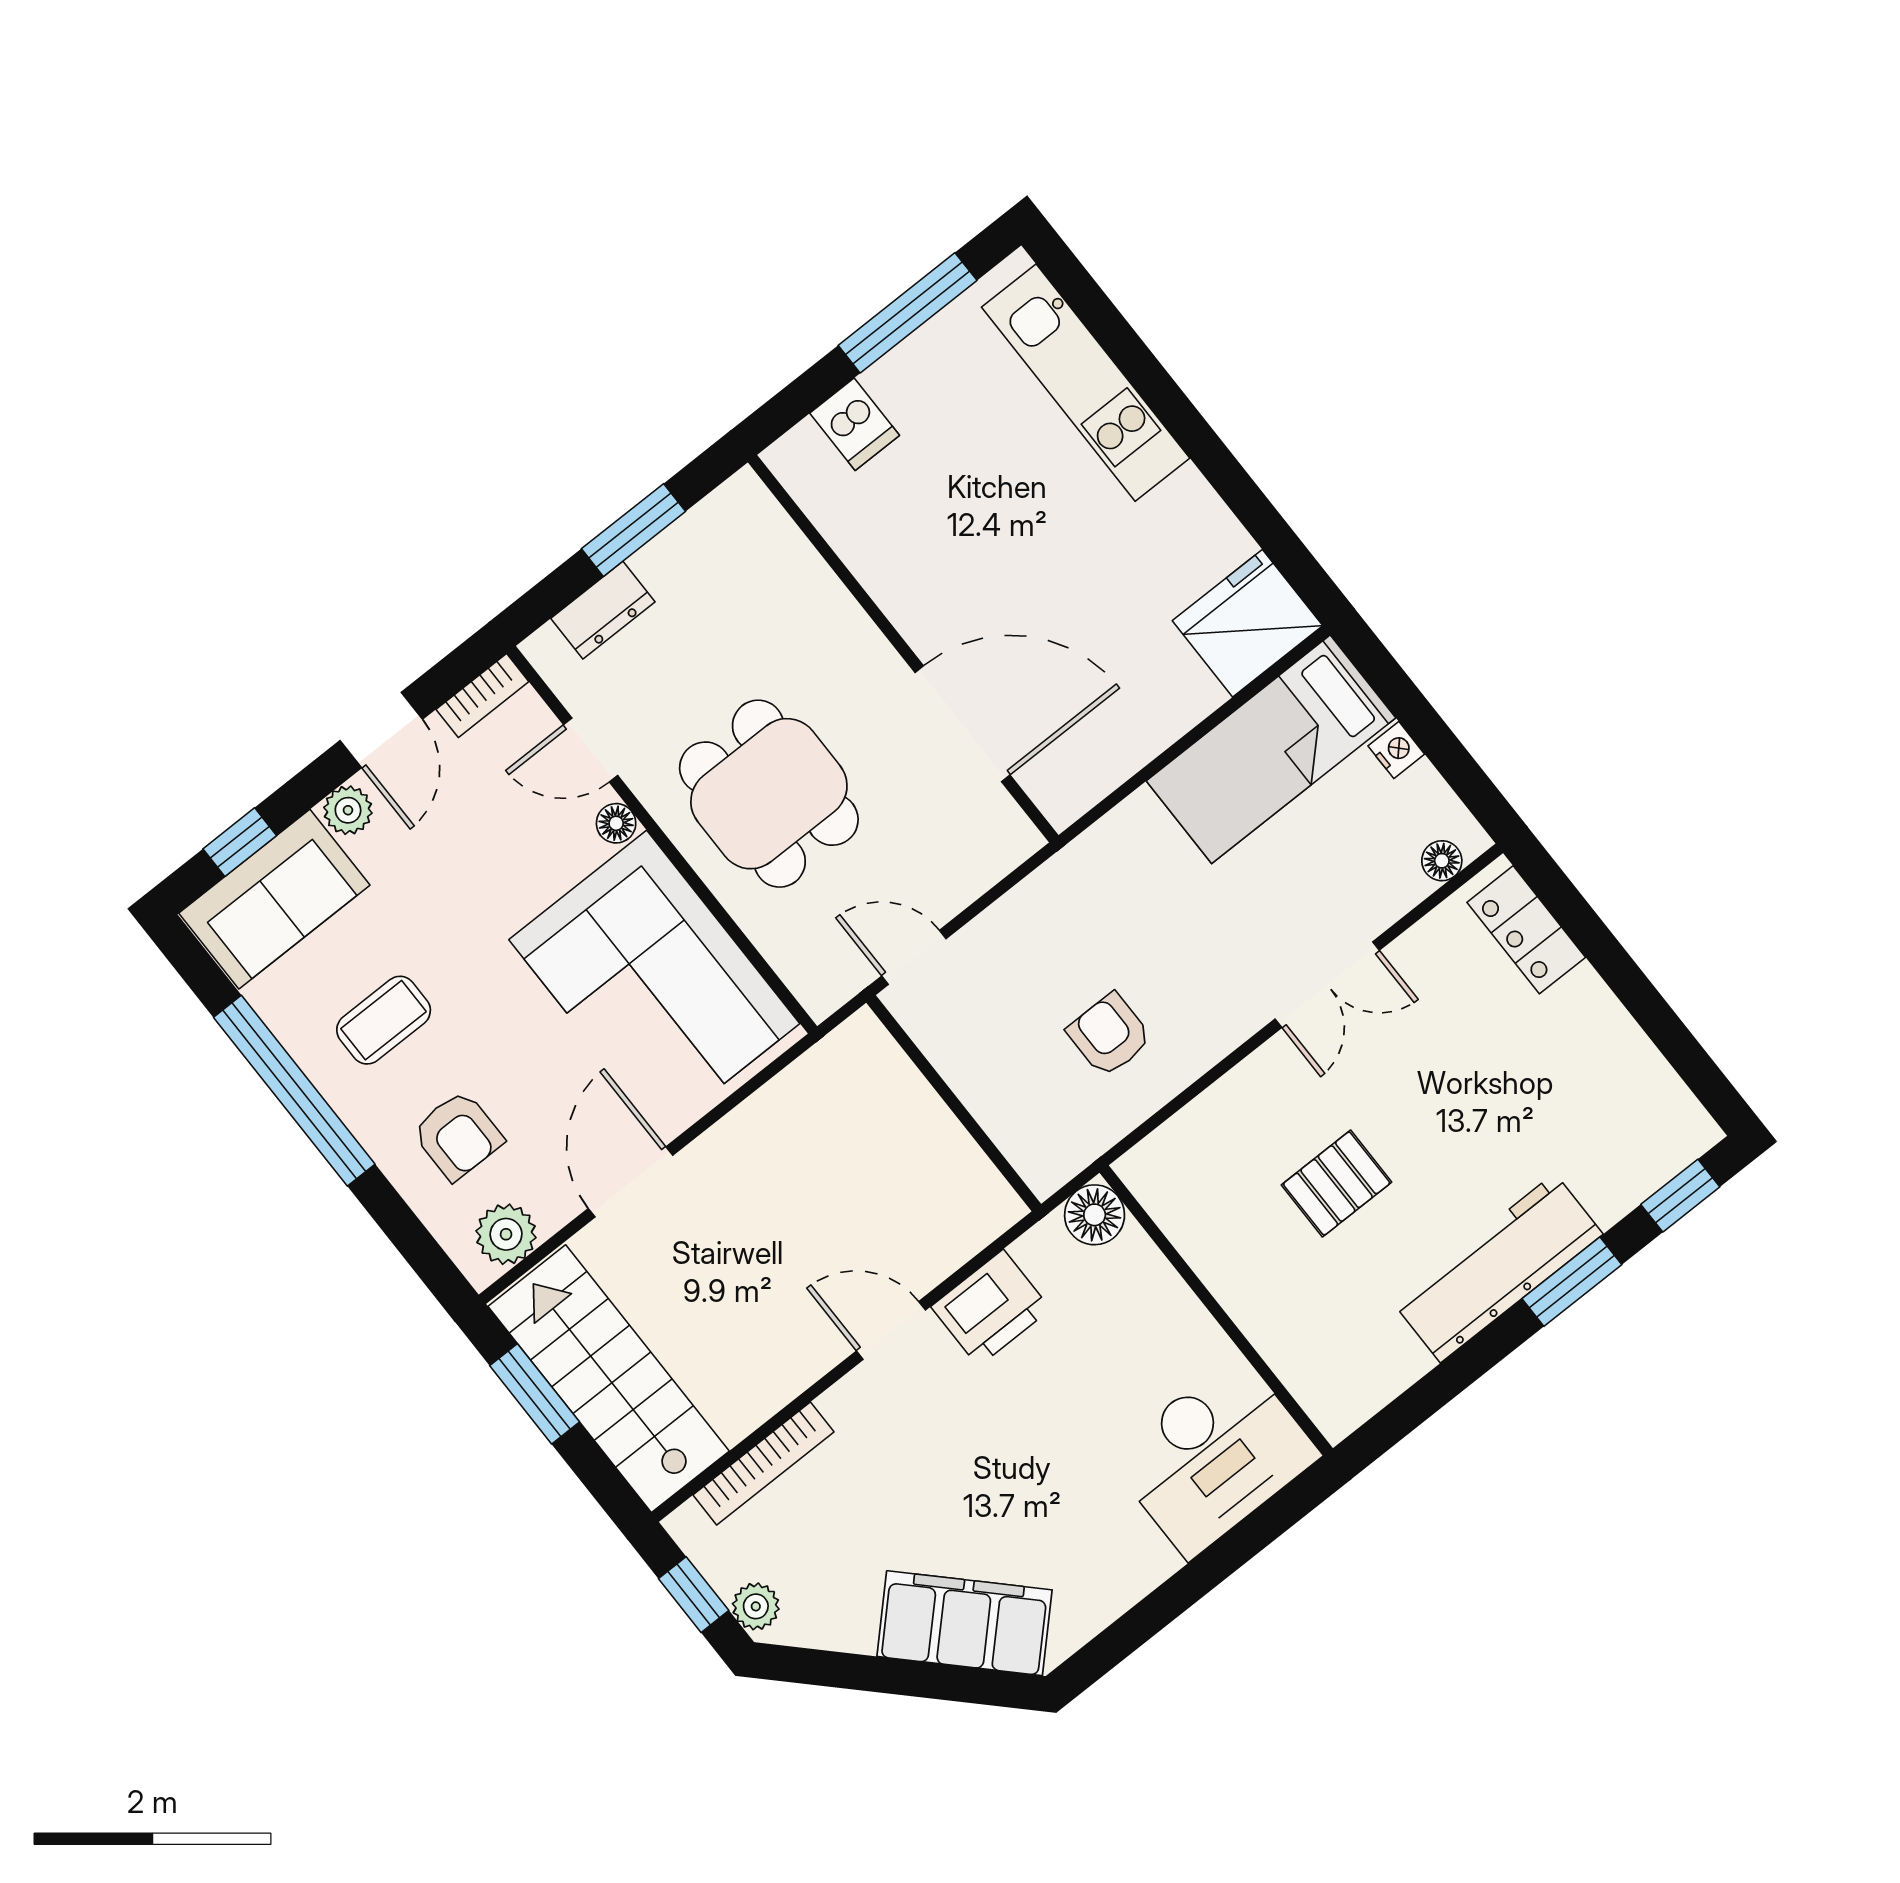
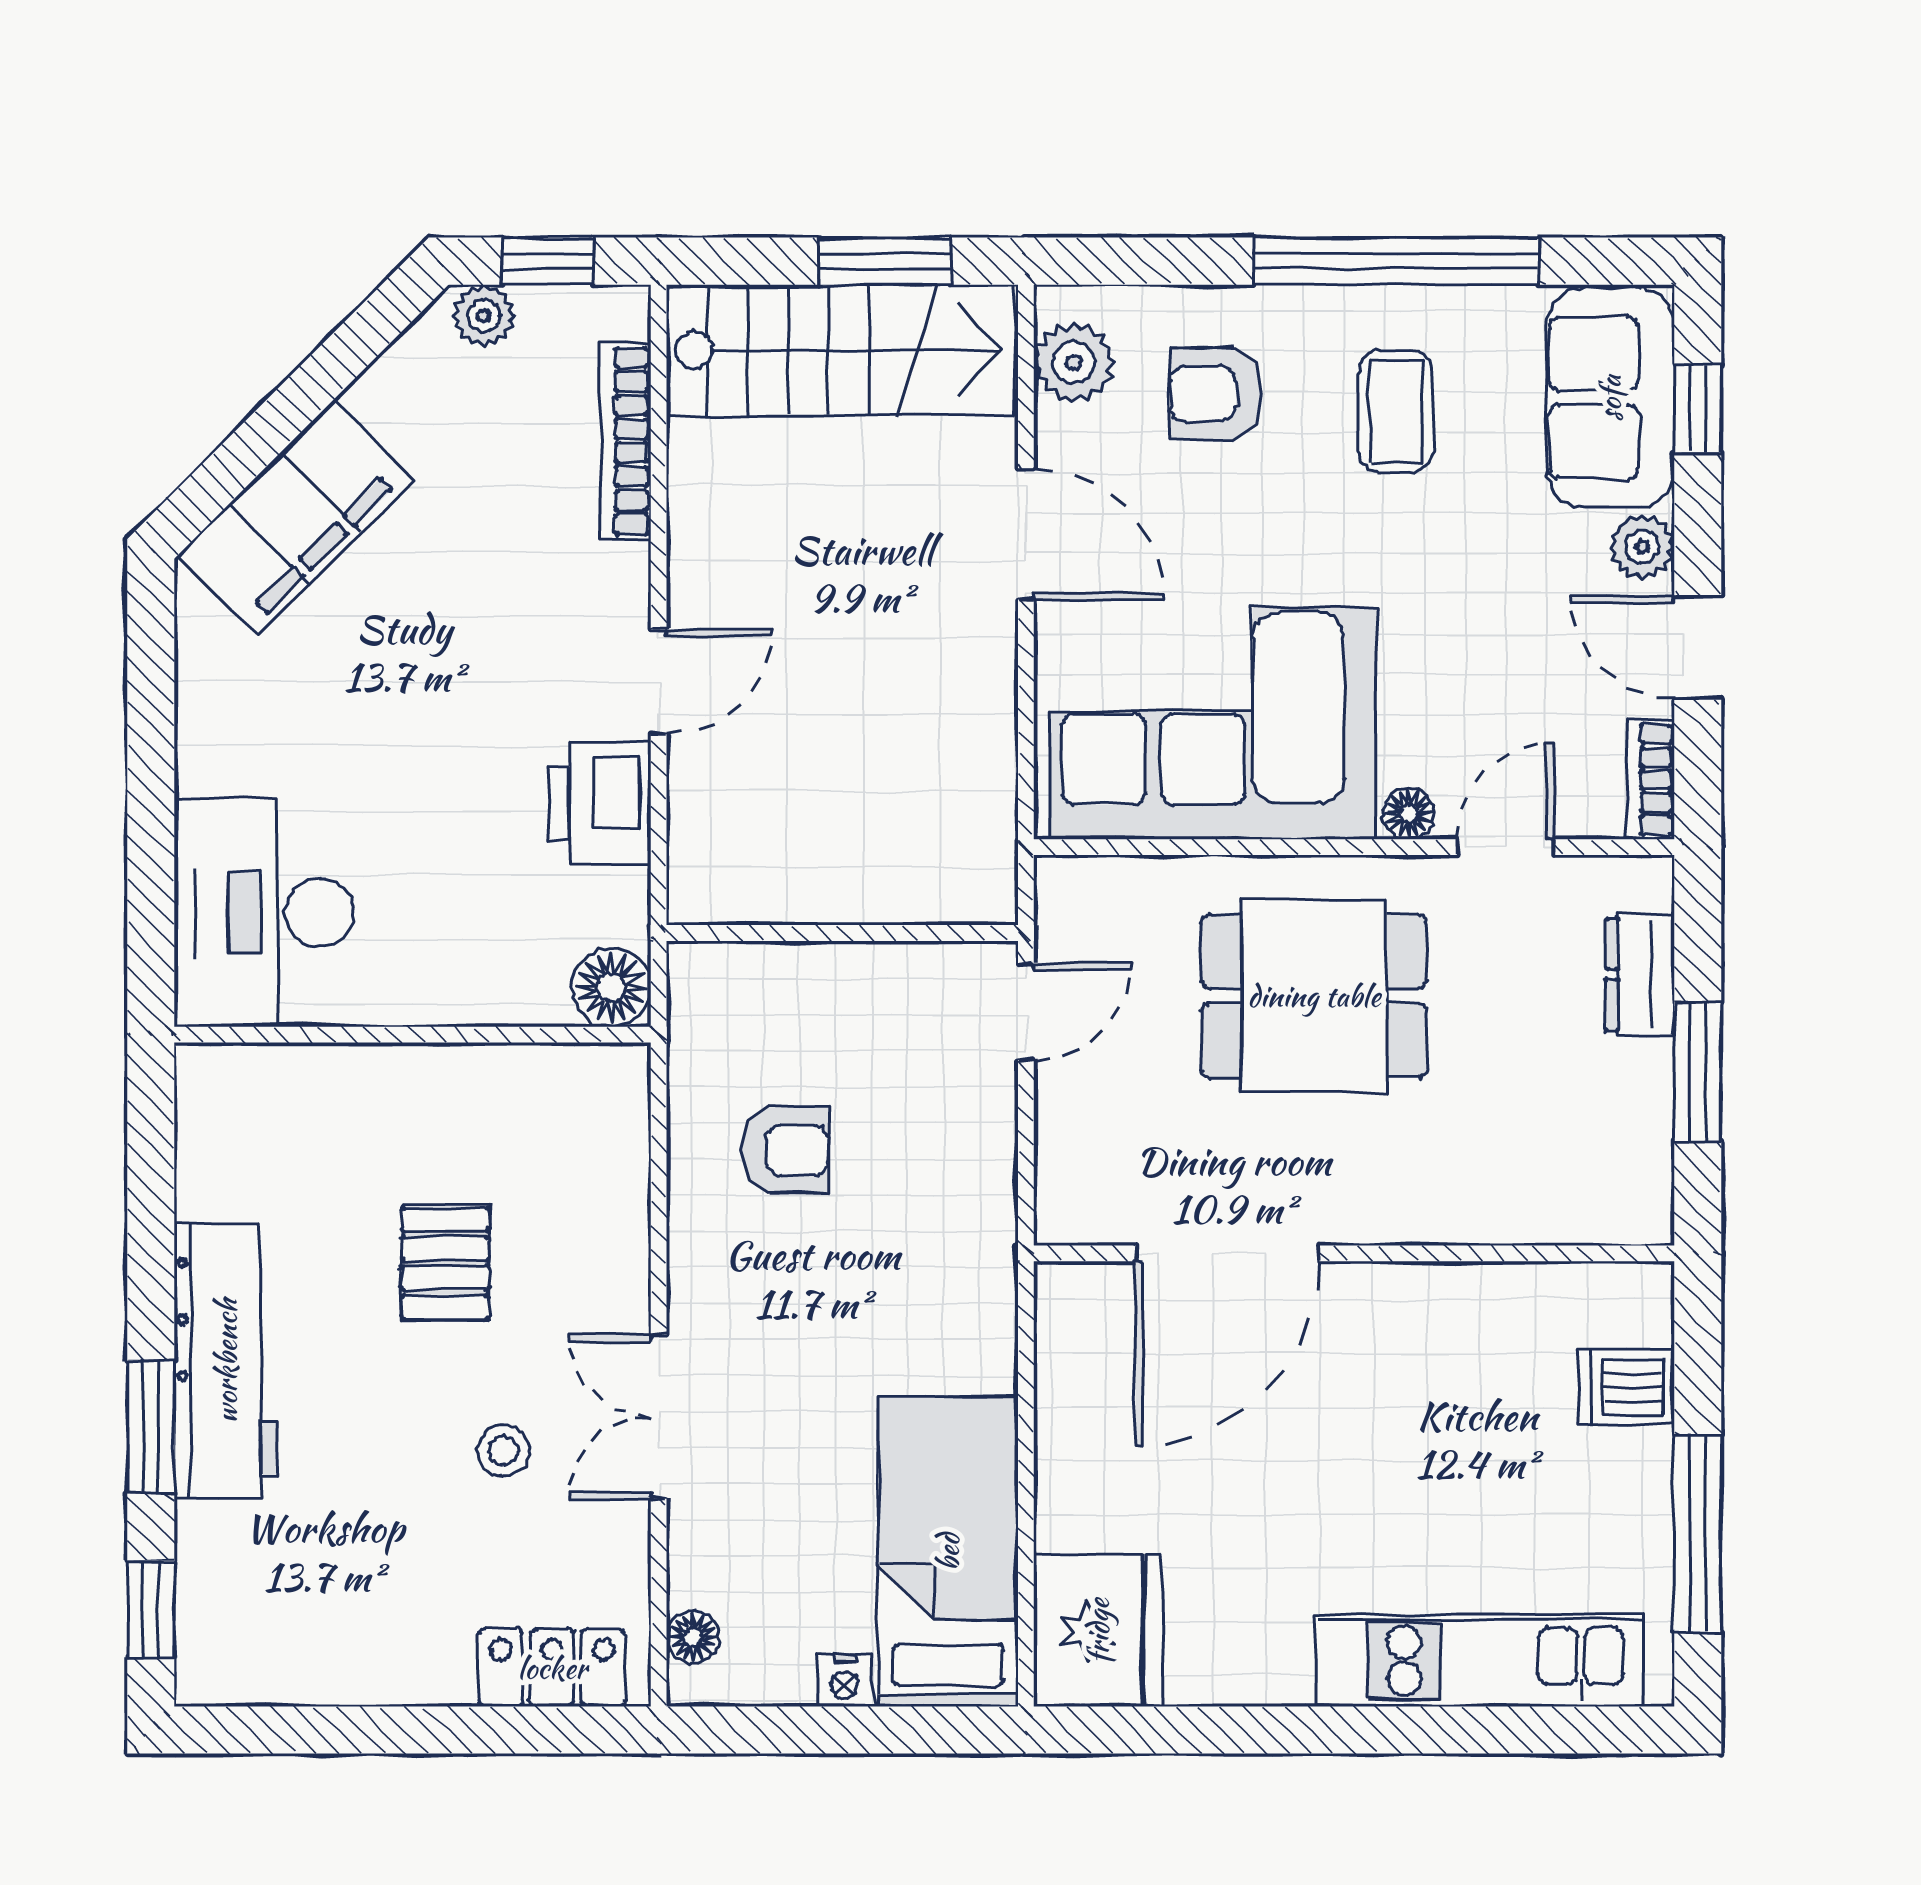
stool: (1420, 1061) -> (503, 1450), added

